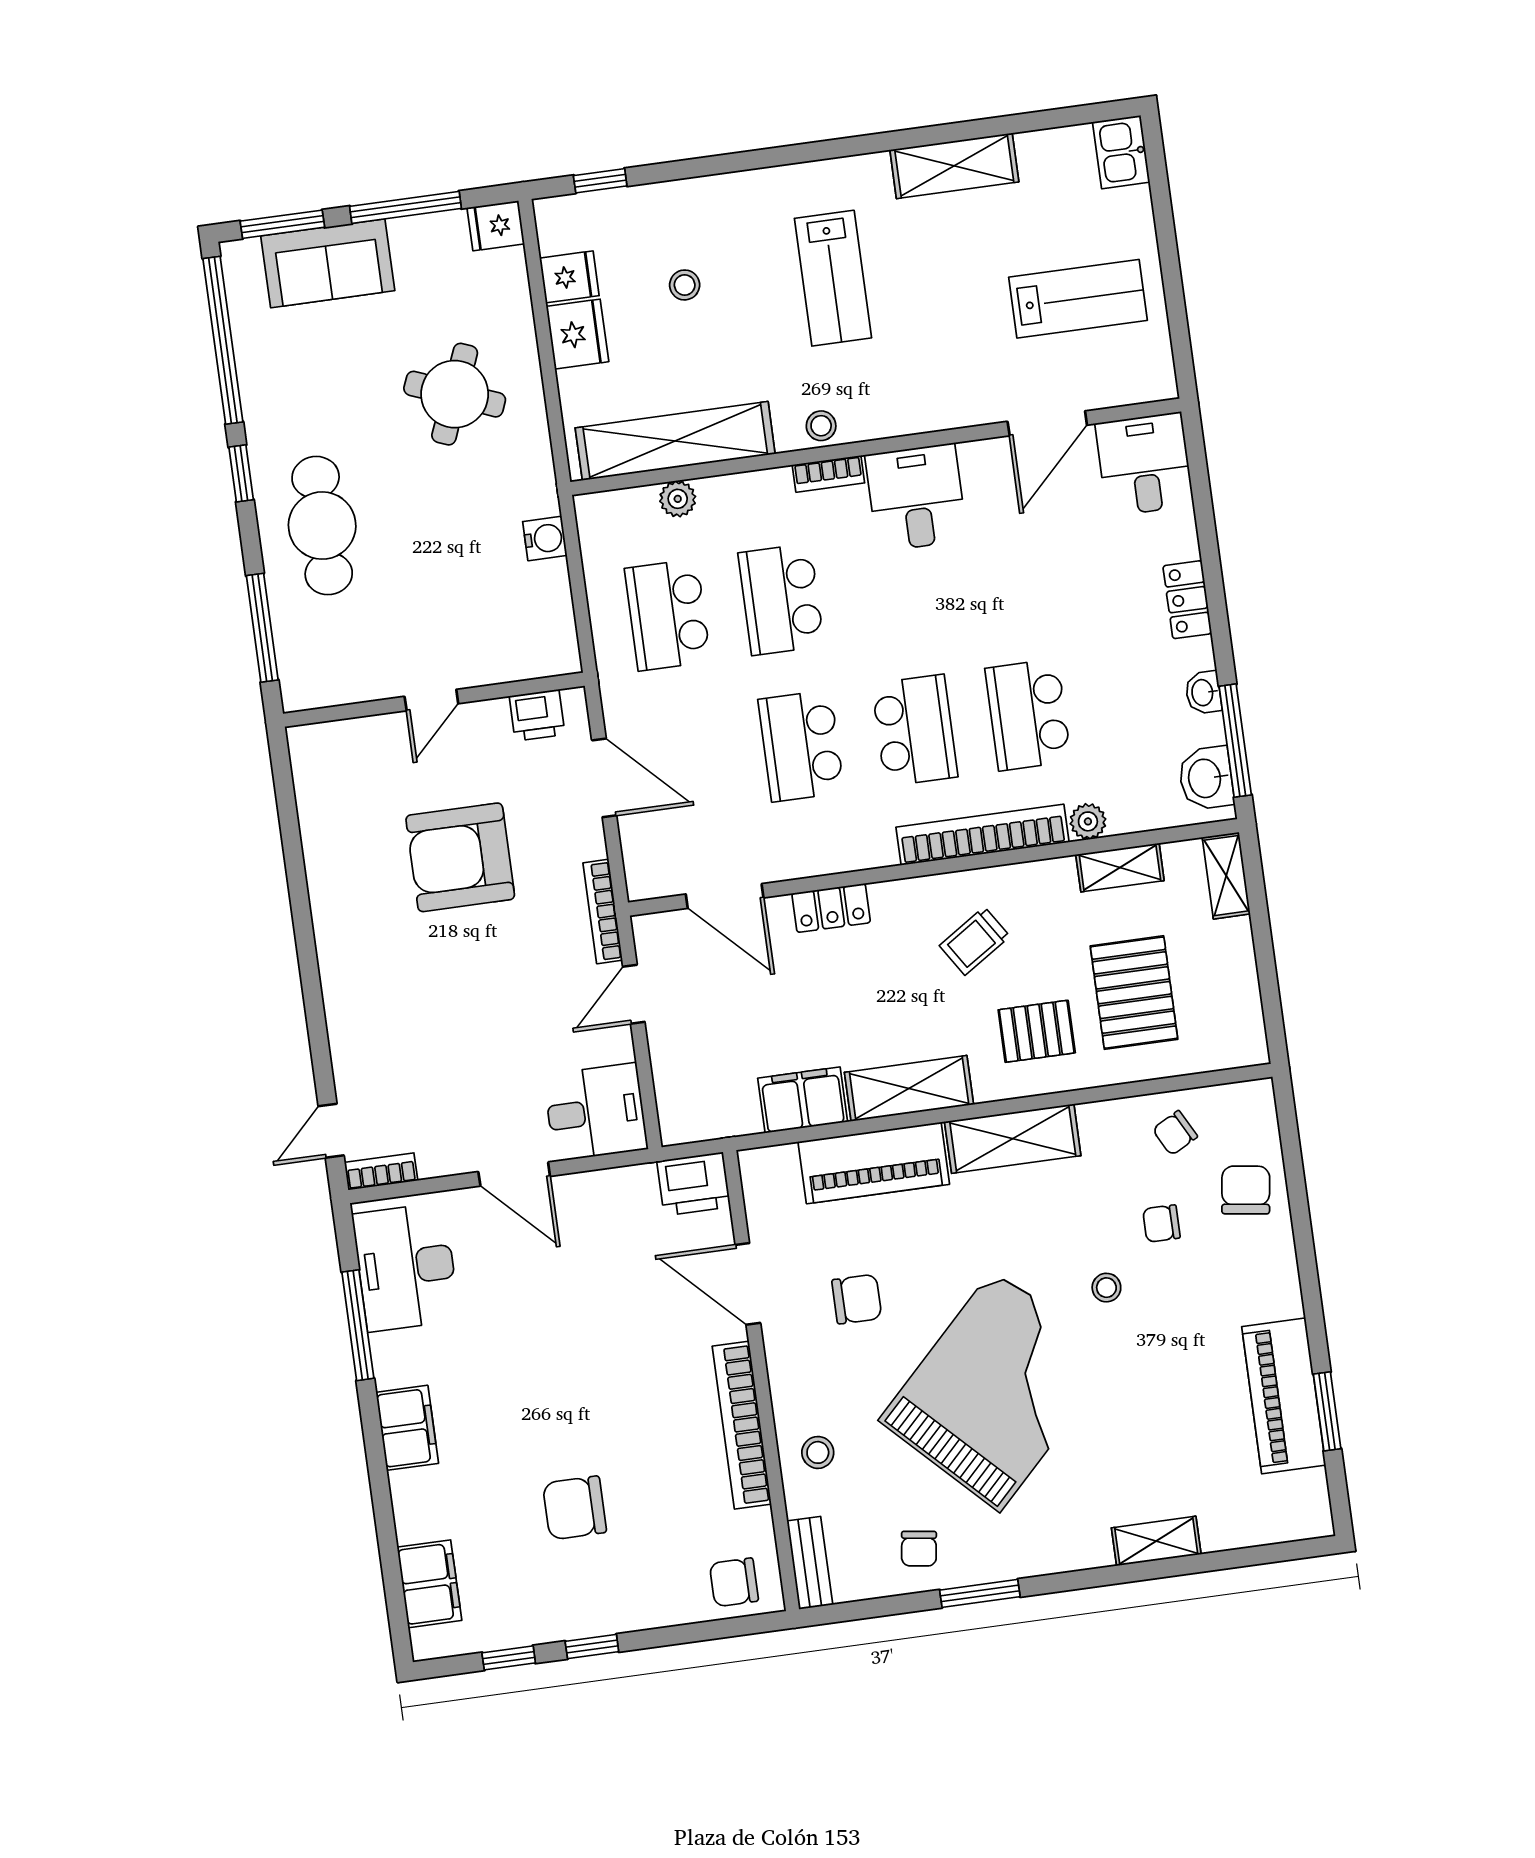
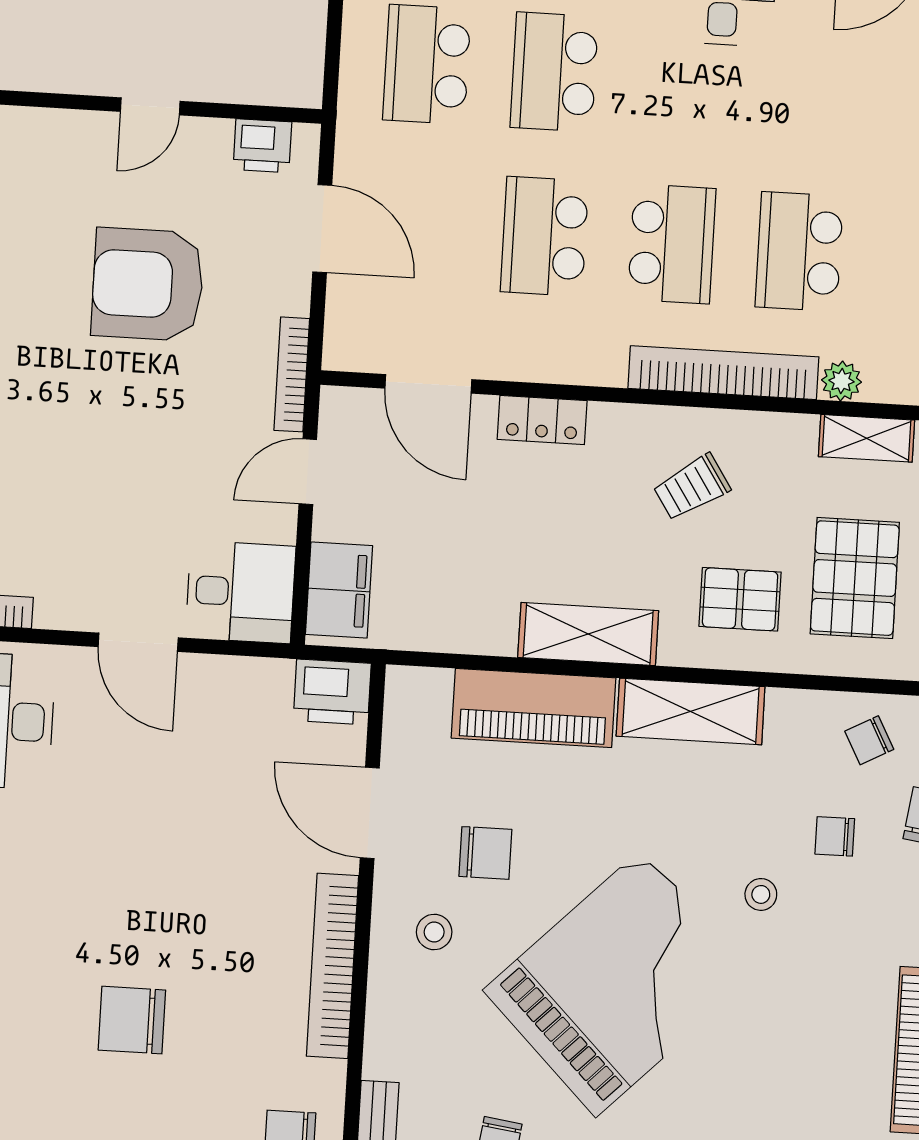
filing cabinet: (803, 1100) -> (339, 590), moved, turned 90
stool: (818, 1452) -> (434, 932), moved

